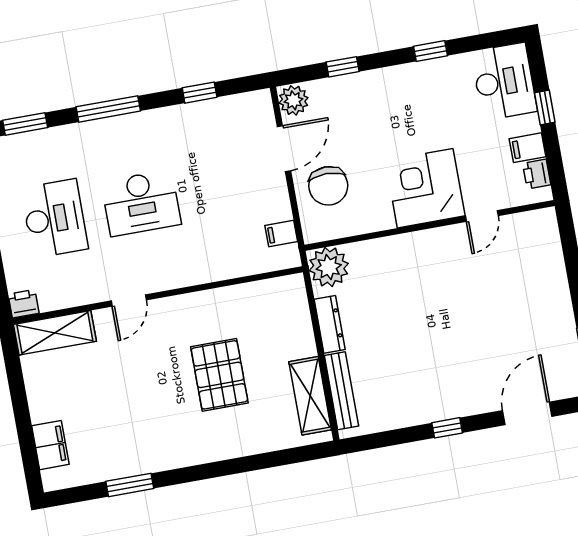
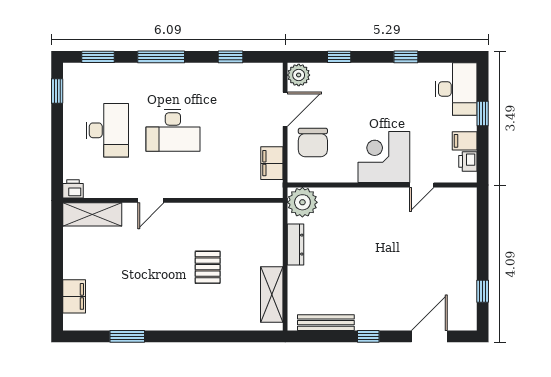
filing cabinet: (281, 234) -> (272, 163), width x2.00
pallet: (219, 375) -> (208, 267), width x0.67, depth x0.71
bench: (341, 391) -> (326, 323), moved, turned 90

